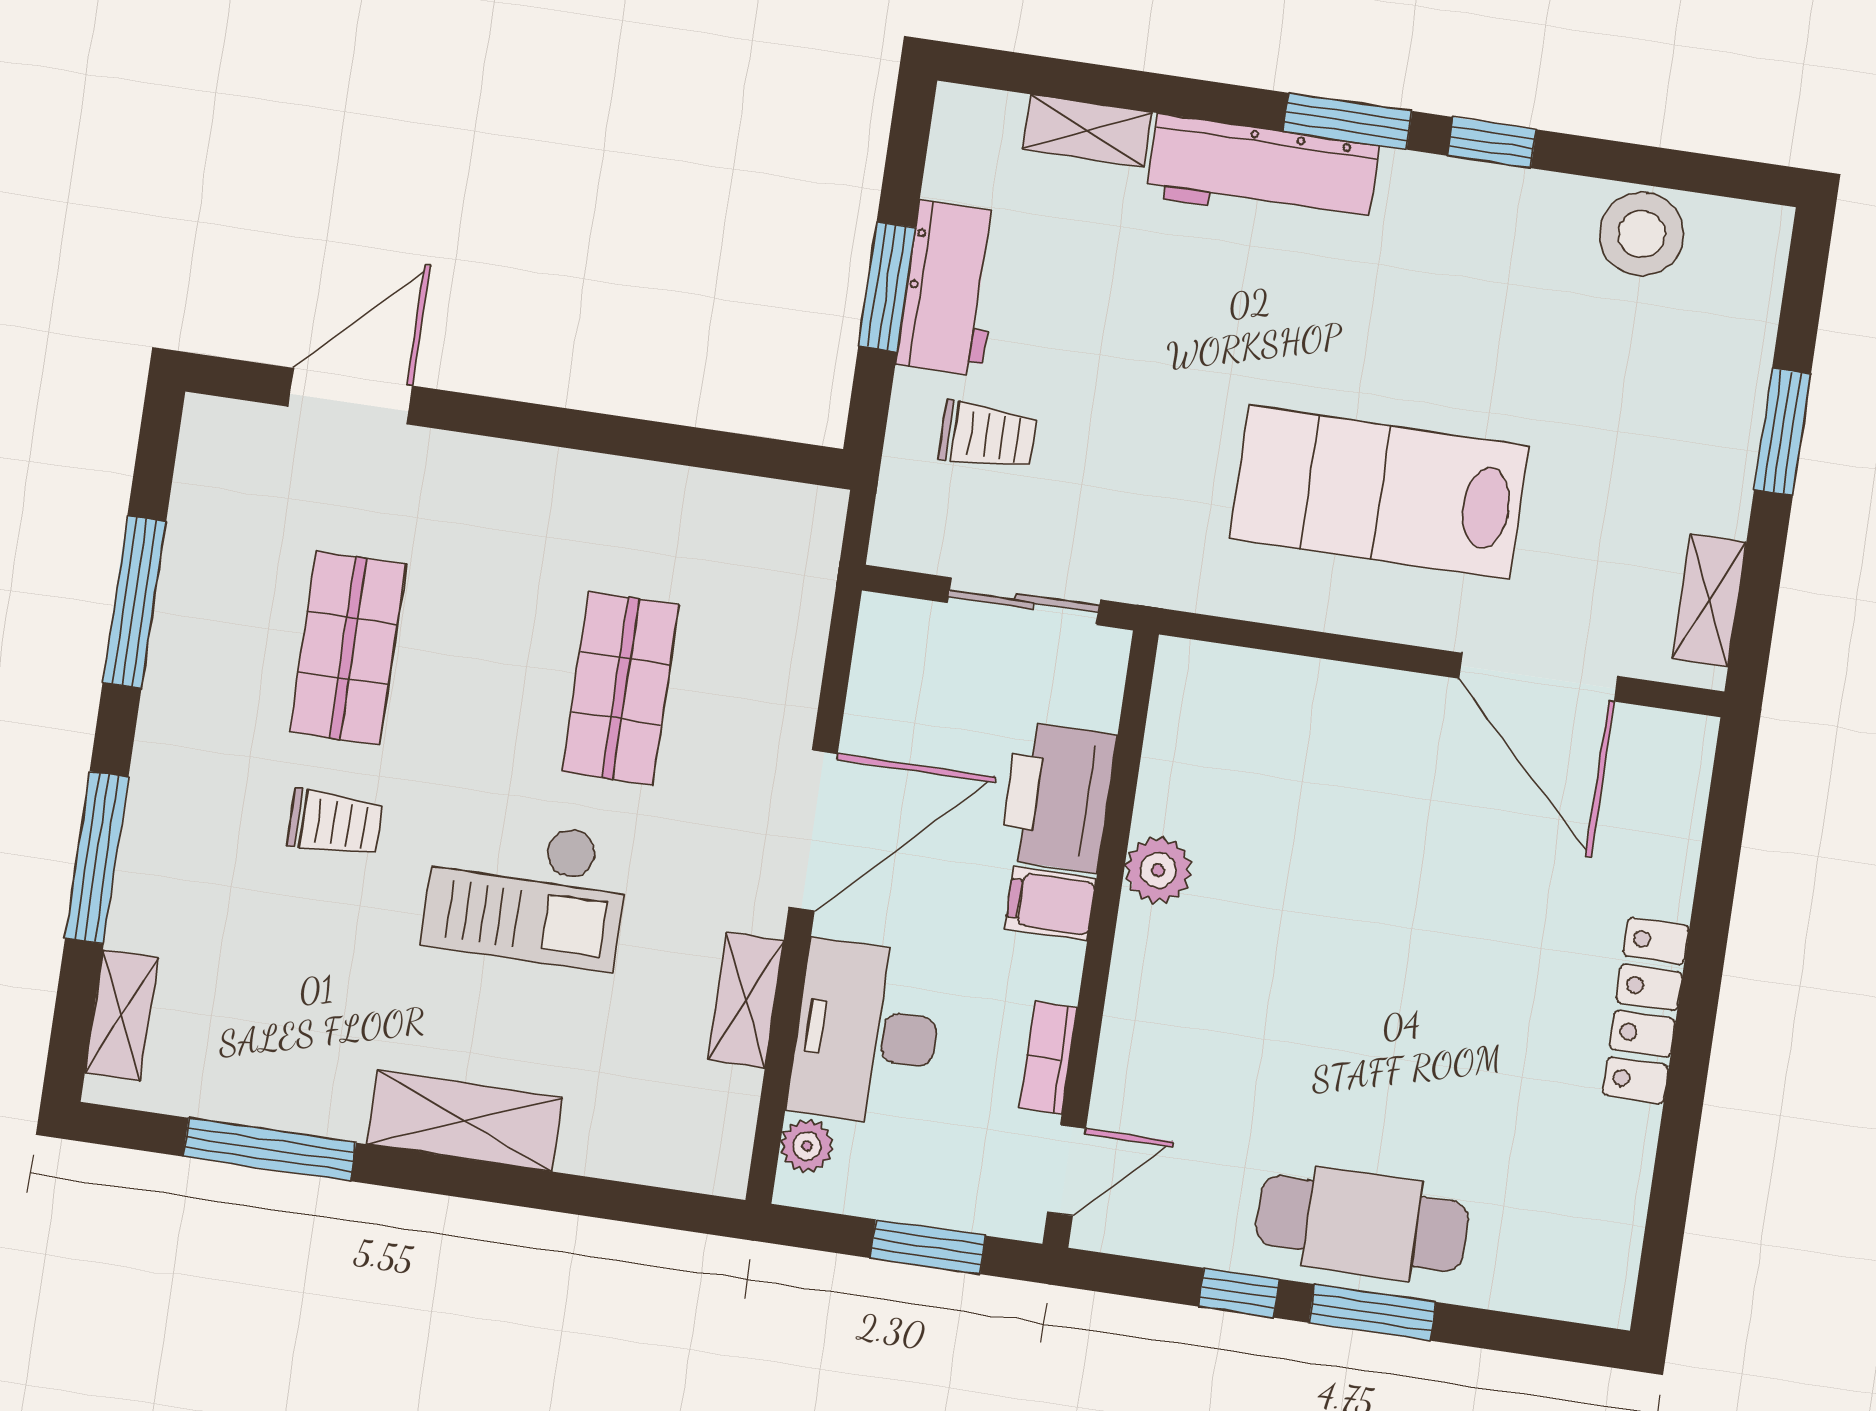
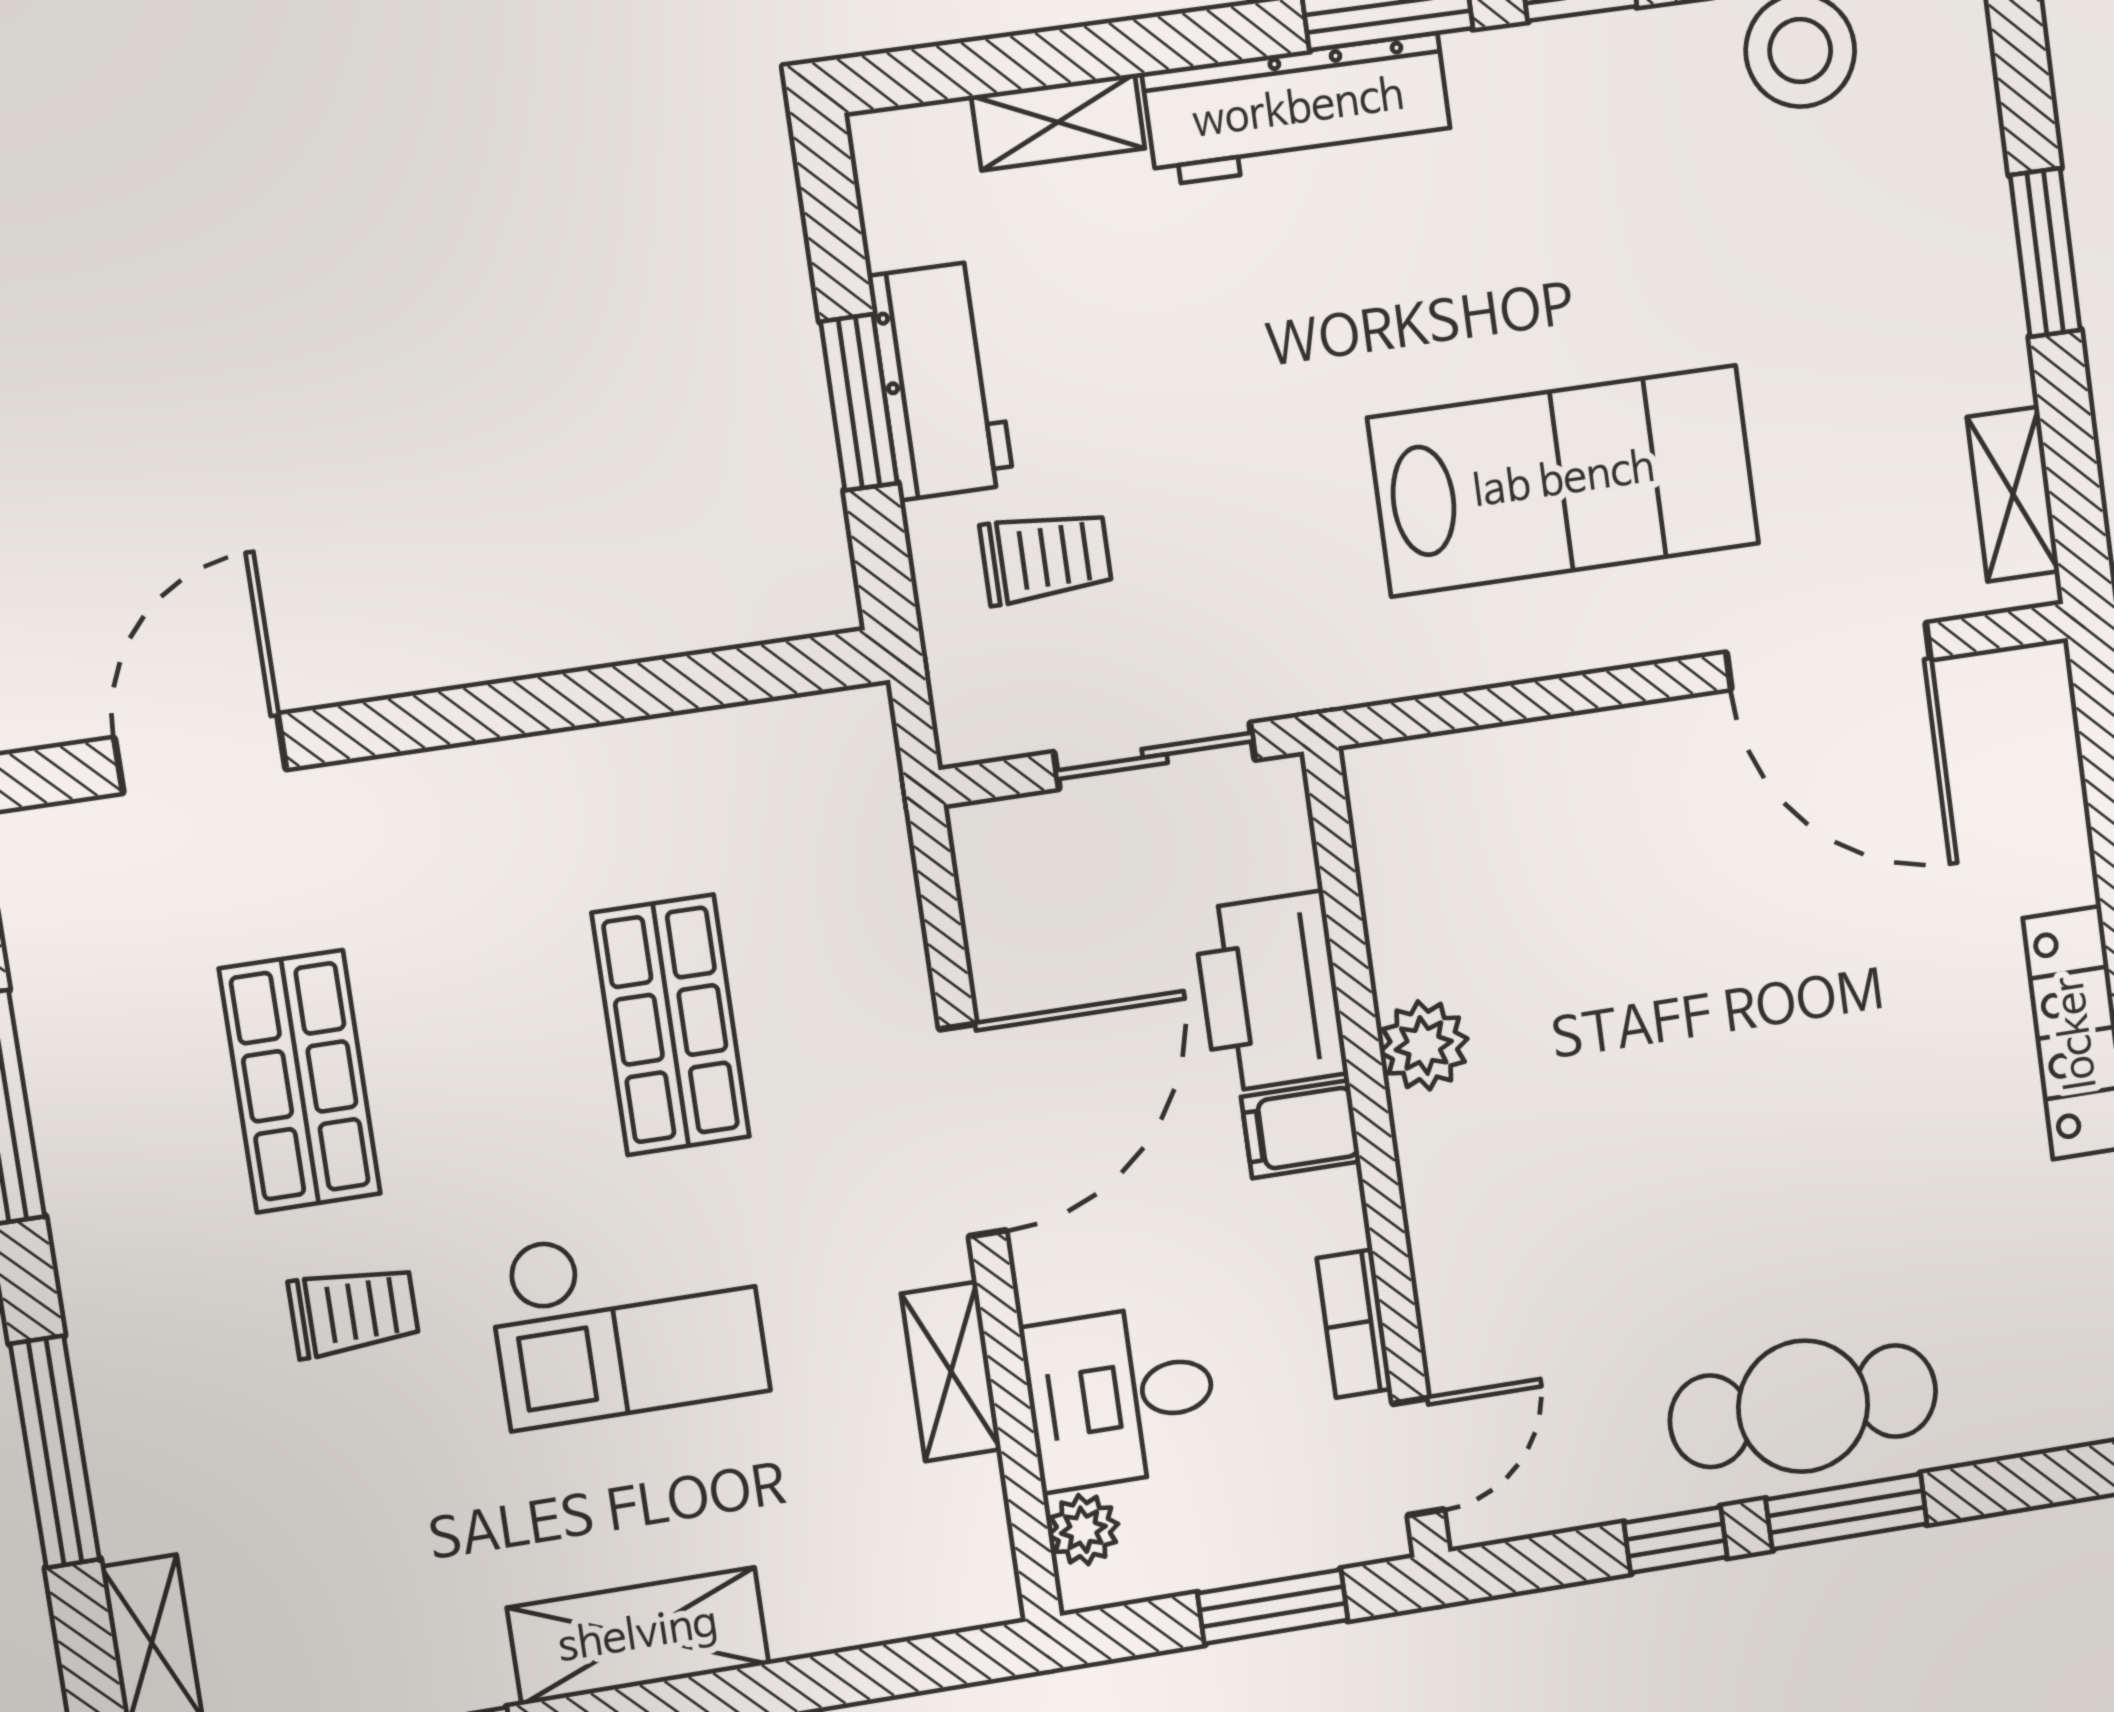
lab bench: (1379, 492) -> (1564, 481), turned 180
desk: (866, 1034) -> (1121, 1396), width x0.73

